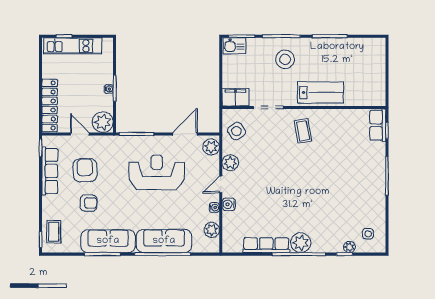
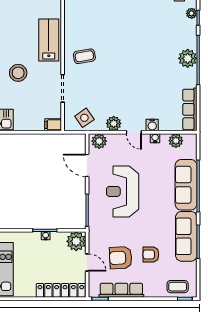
filing cabinet: (235, 97) -> (53, 125), width x0.50
door: (80, 134) -> (87, 263), swing flipped
armchair: (89, 203) -> (151, 254), turned -90
row of seats: (266, 245) -> (190, 109), moved

